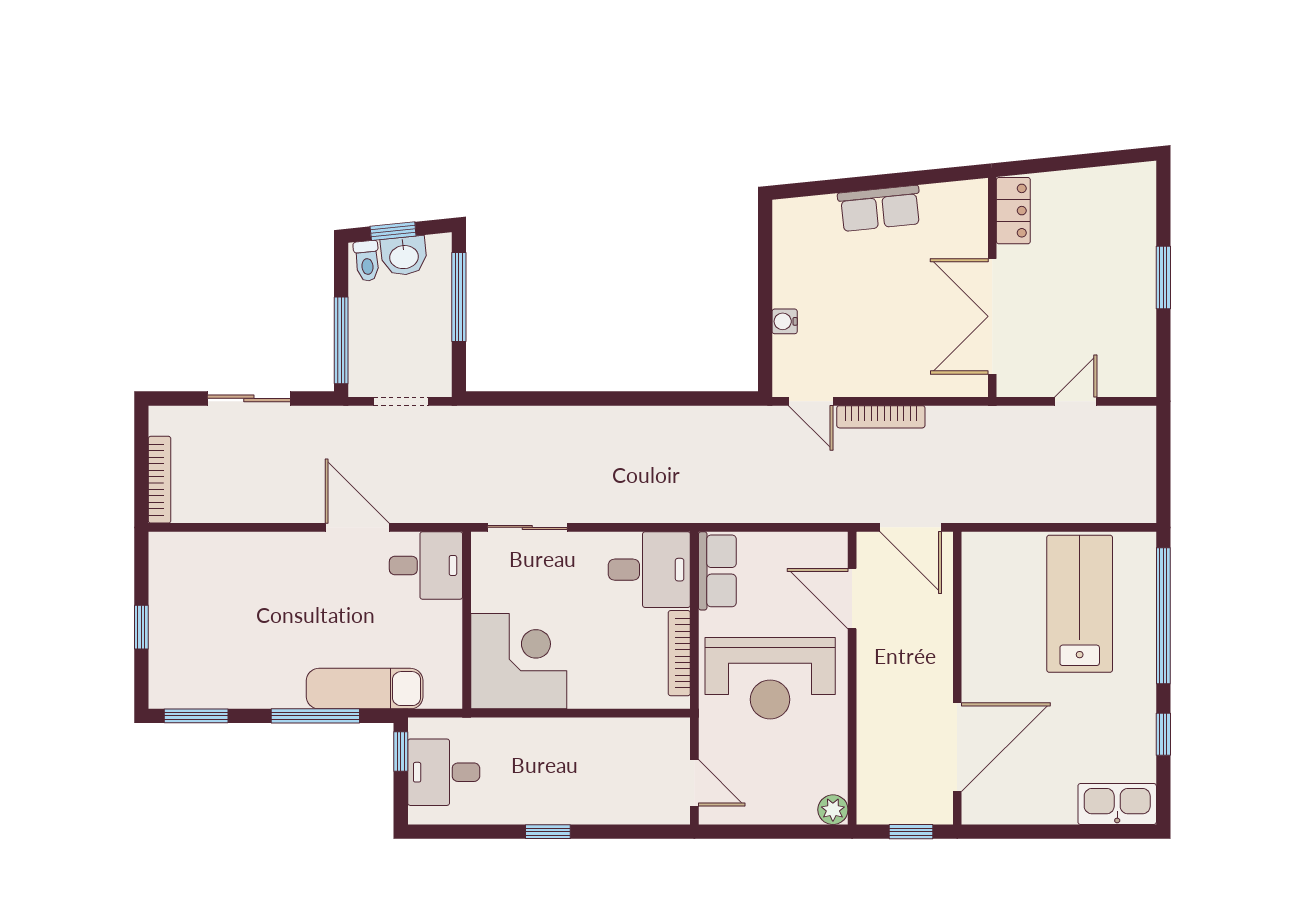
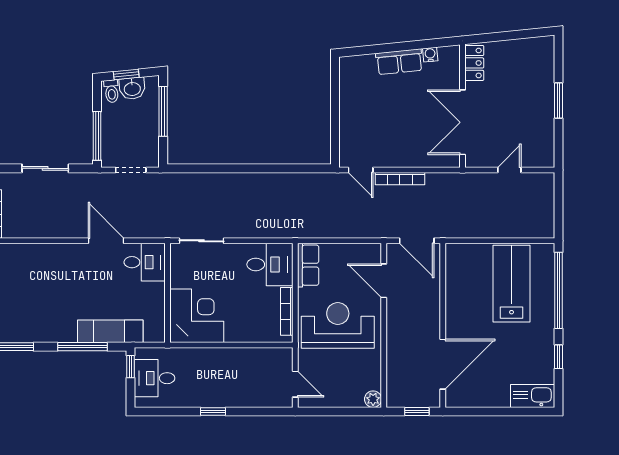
water cooler: (785, 321) -> (430, 55), moved, turned 84
reception desk: (770, 678) -> (338, 325), turned 180

